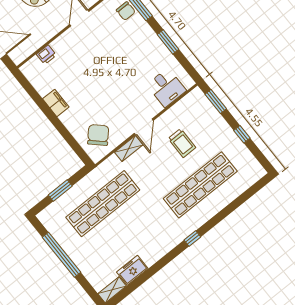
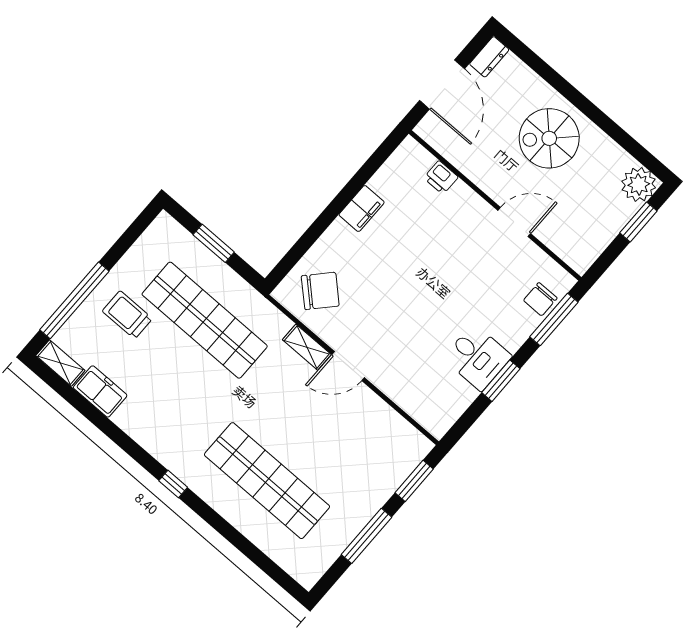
desk: (166, 88) -> (477, 357), moved, turned -90
window: (242, 134) -> (366, 536), width x2.17
trolley: (182, 143) -> (127, 315), moved, turned 90
window: (61, 255) -> (74, 300), moved

